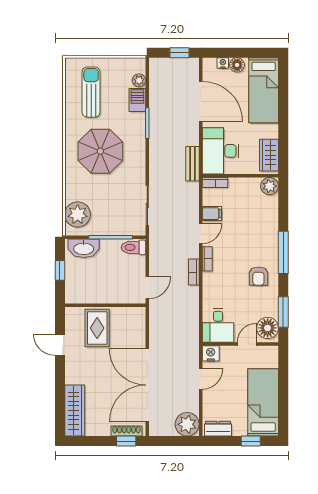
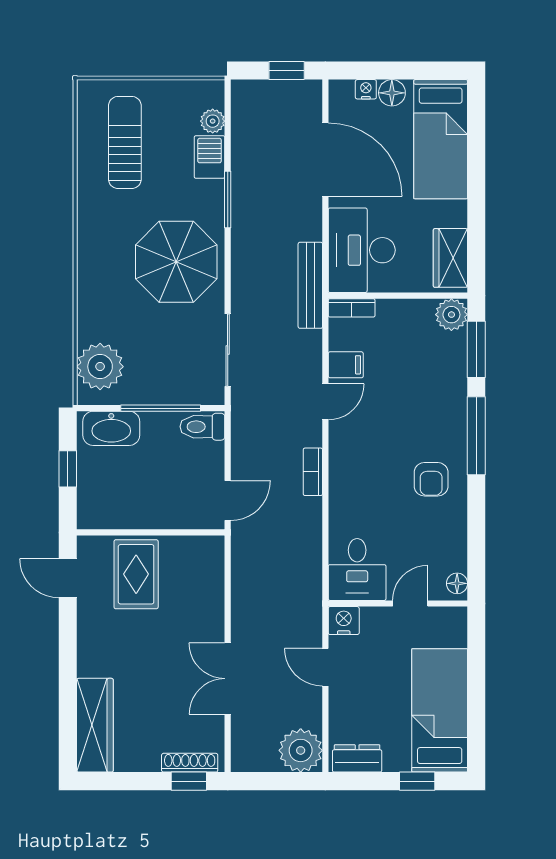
parasol: (100, 151) -> (176, 262), moved
bench: (192, 164) -> (310, 285), width x1.36
bookcase: (207, 259) -> (337, 448), removed
window: (283, 312) -> (476, 349), moved
floor lamp: (268, 328) -> (457, 583), width x0.53, depth x0.53
door: (60, 345) -> (68, 578), moved
door: (201, 379) -> (325, 667), swing flipped
double door: (147, 385) -> (228, 679), width x0.54

